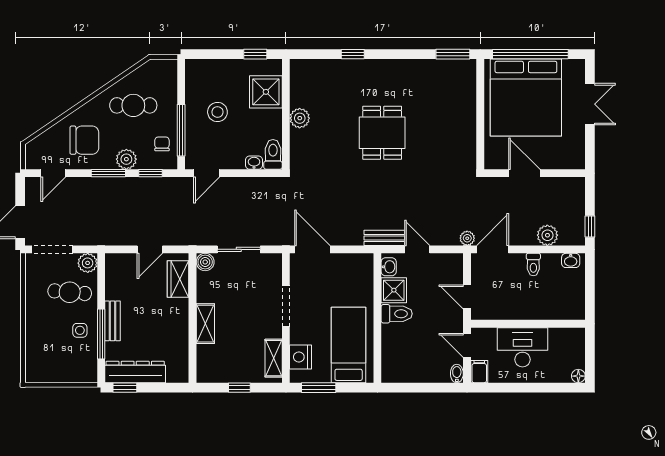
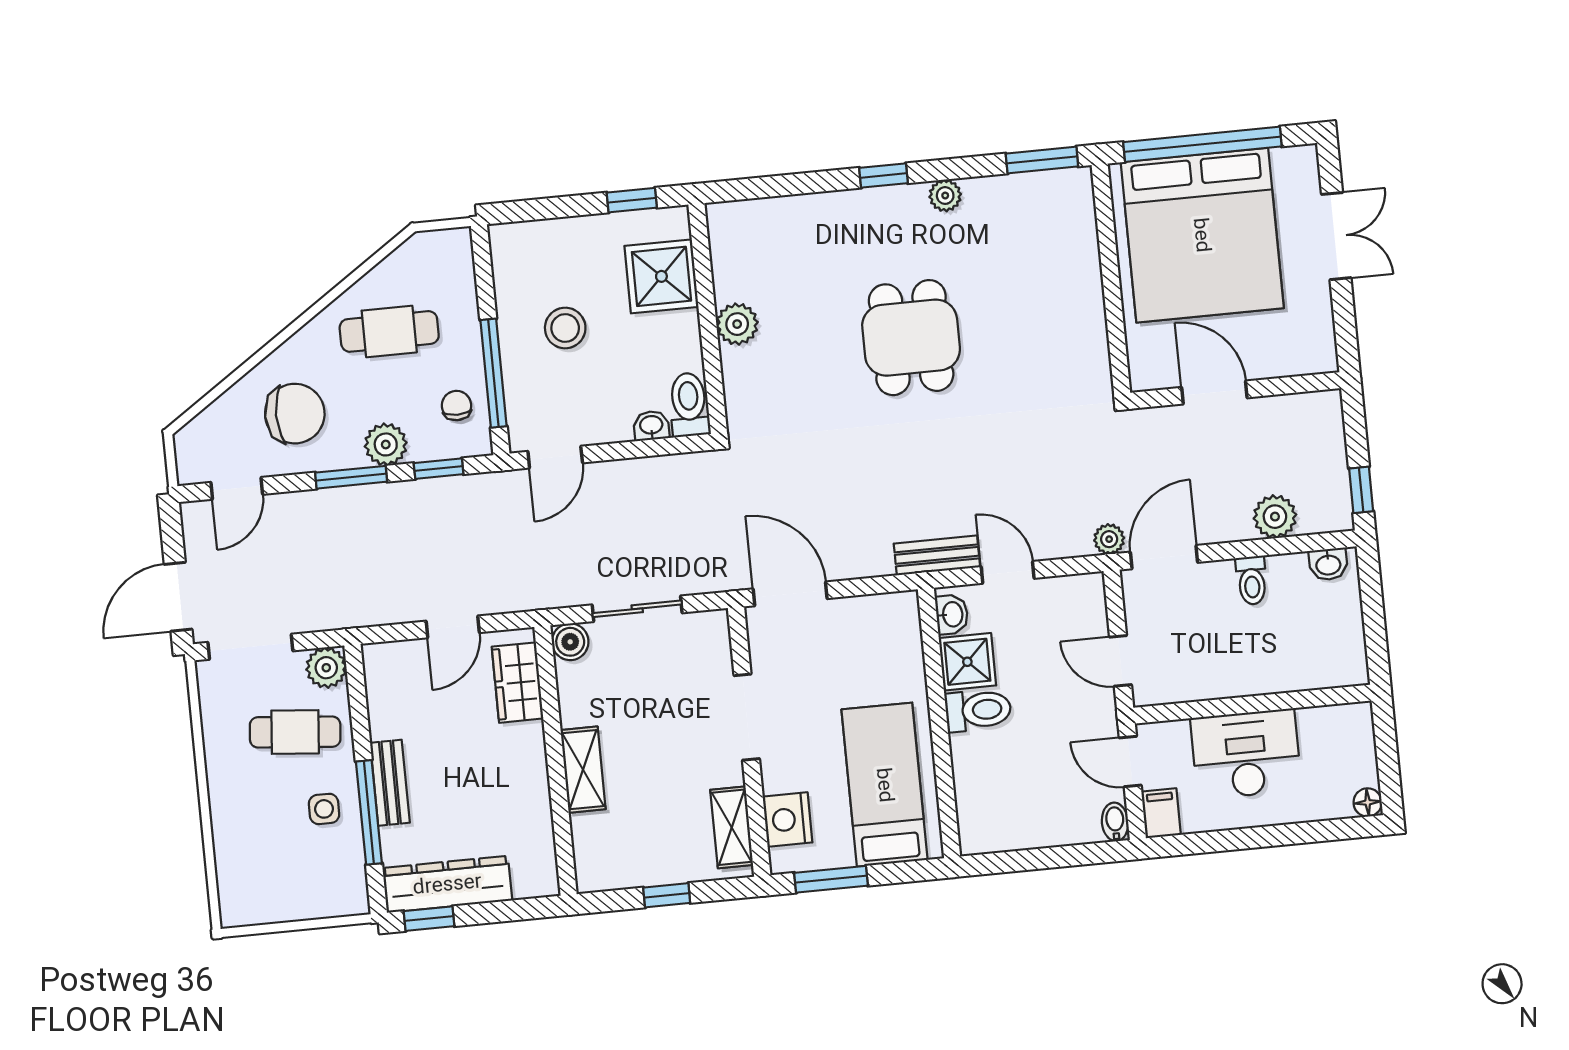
window: (353, 54) -> (884, 175), moved
plant: (405, 67) -> (945, 196), added

